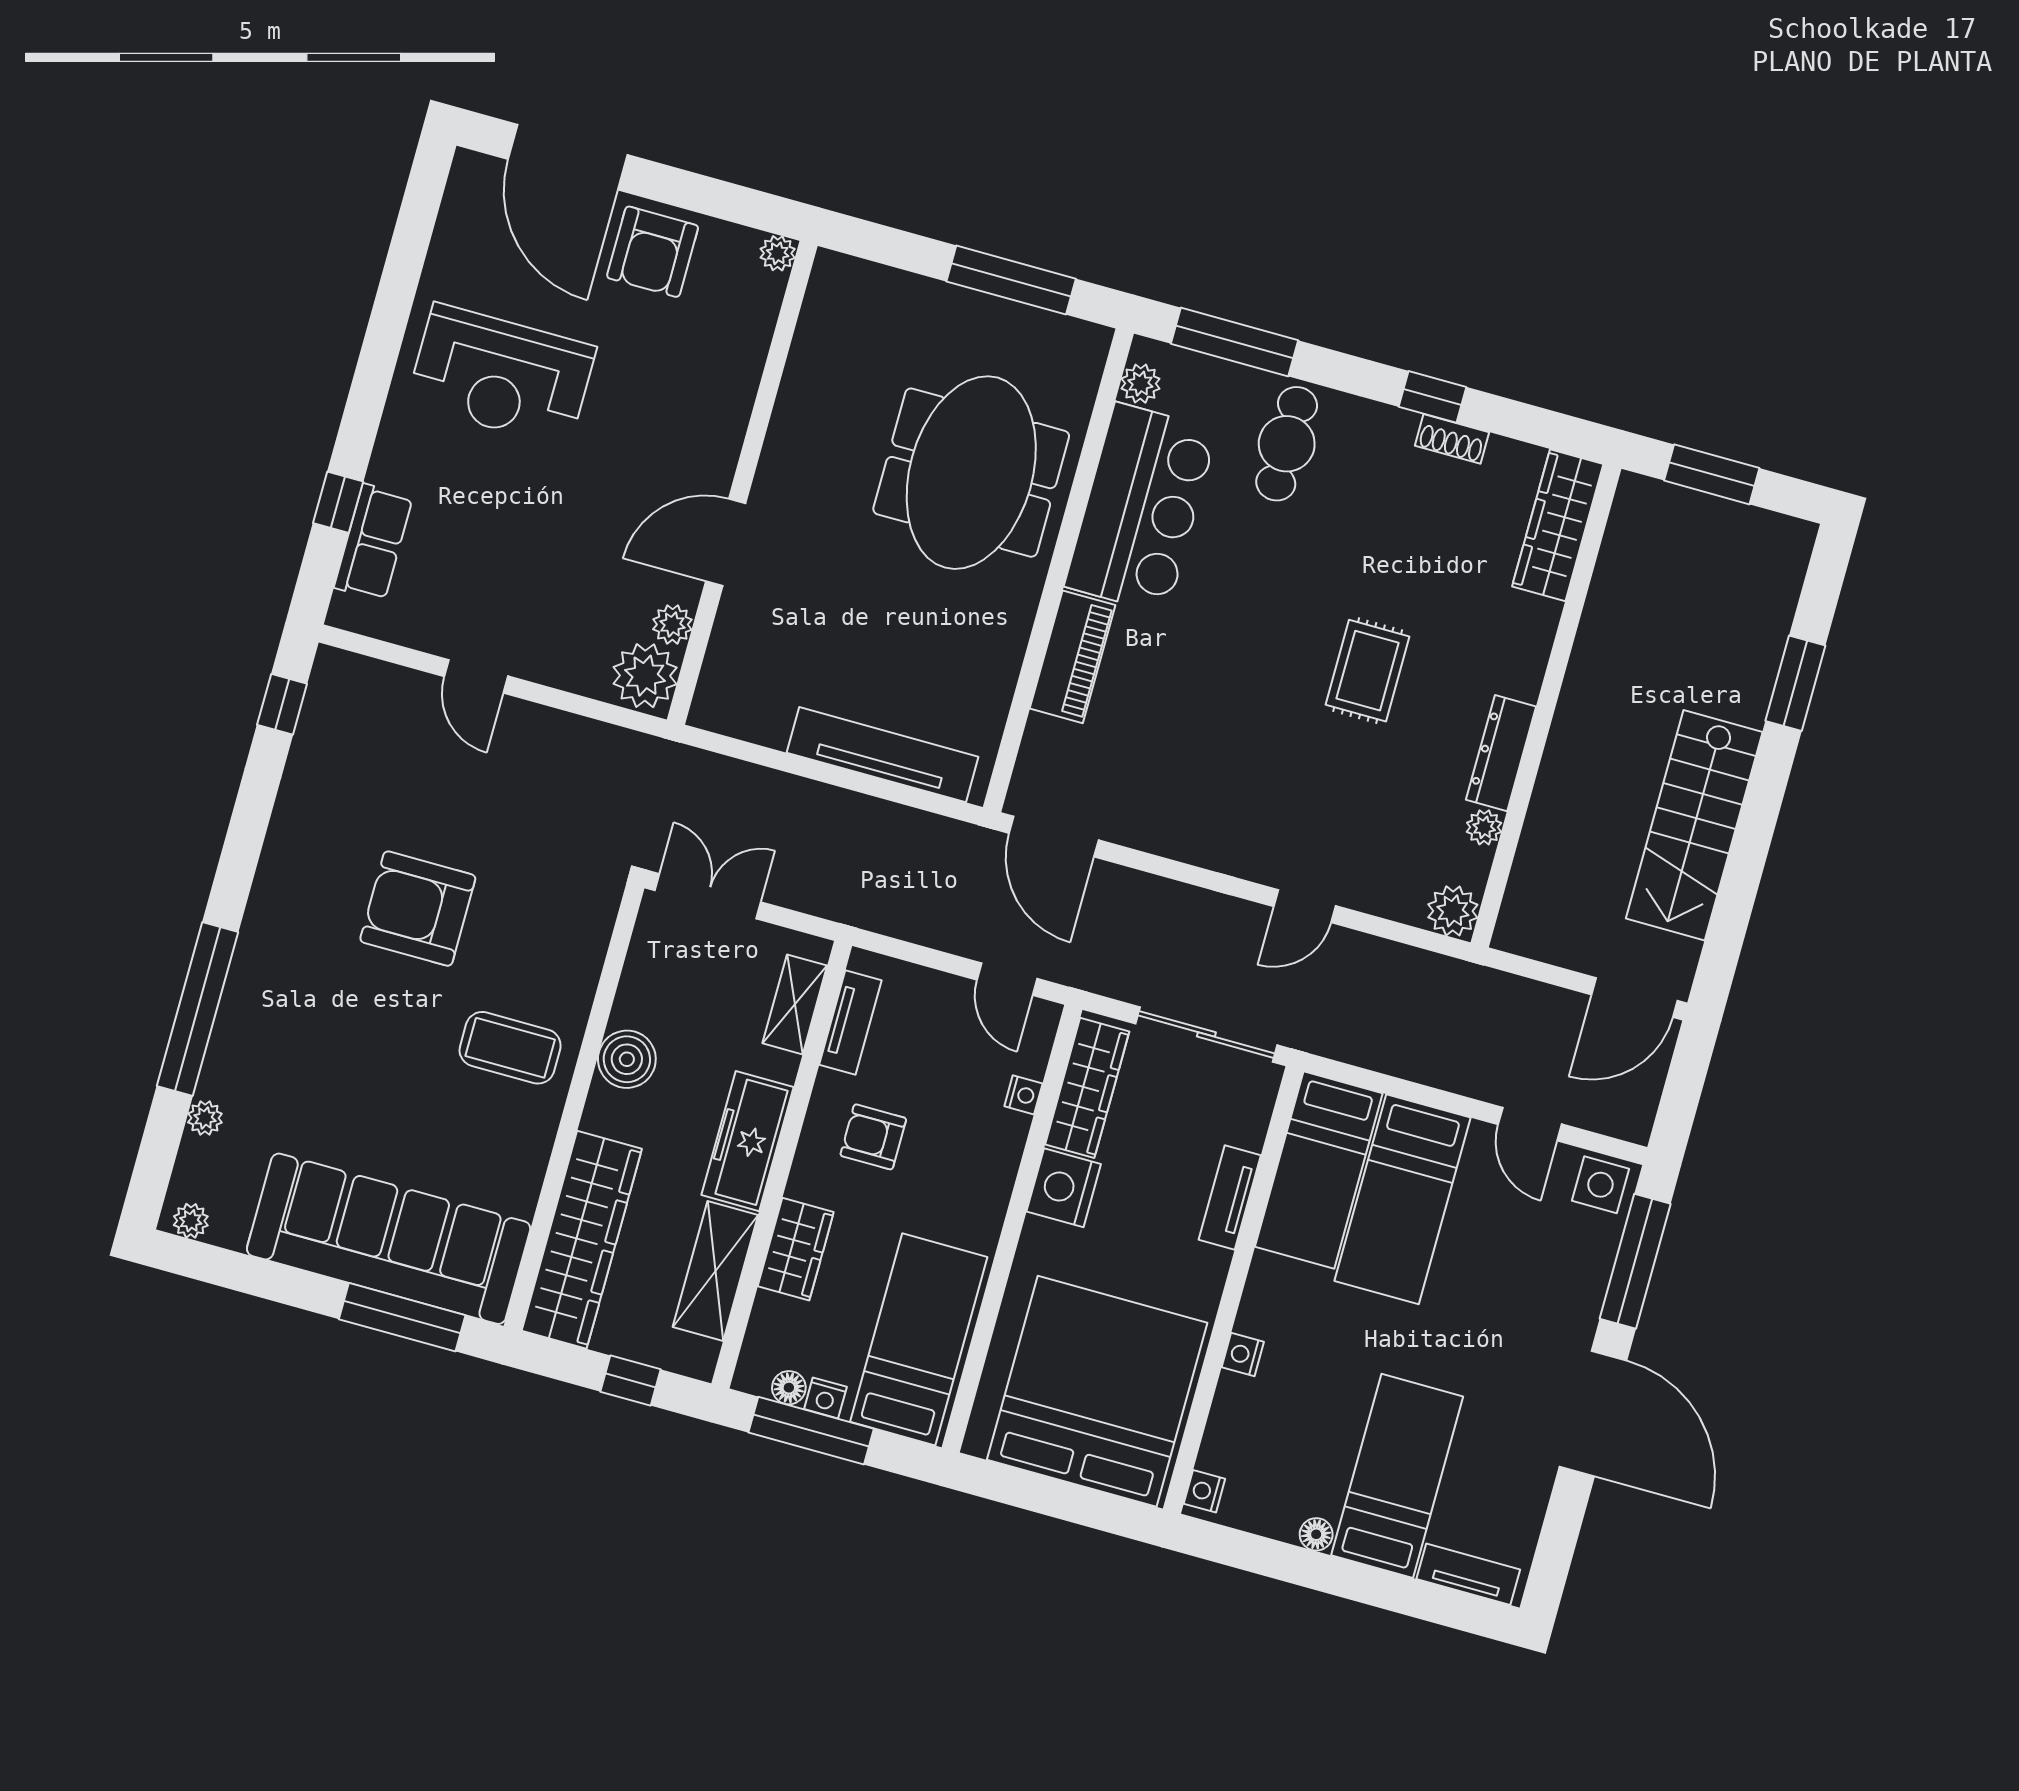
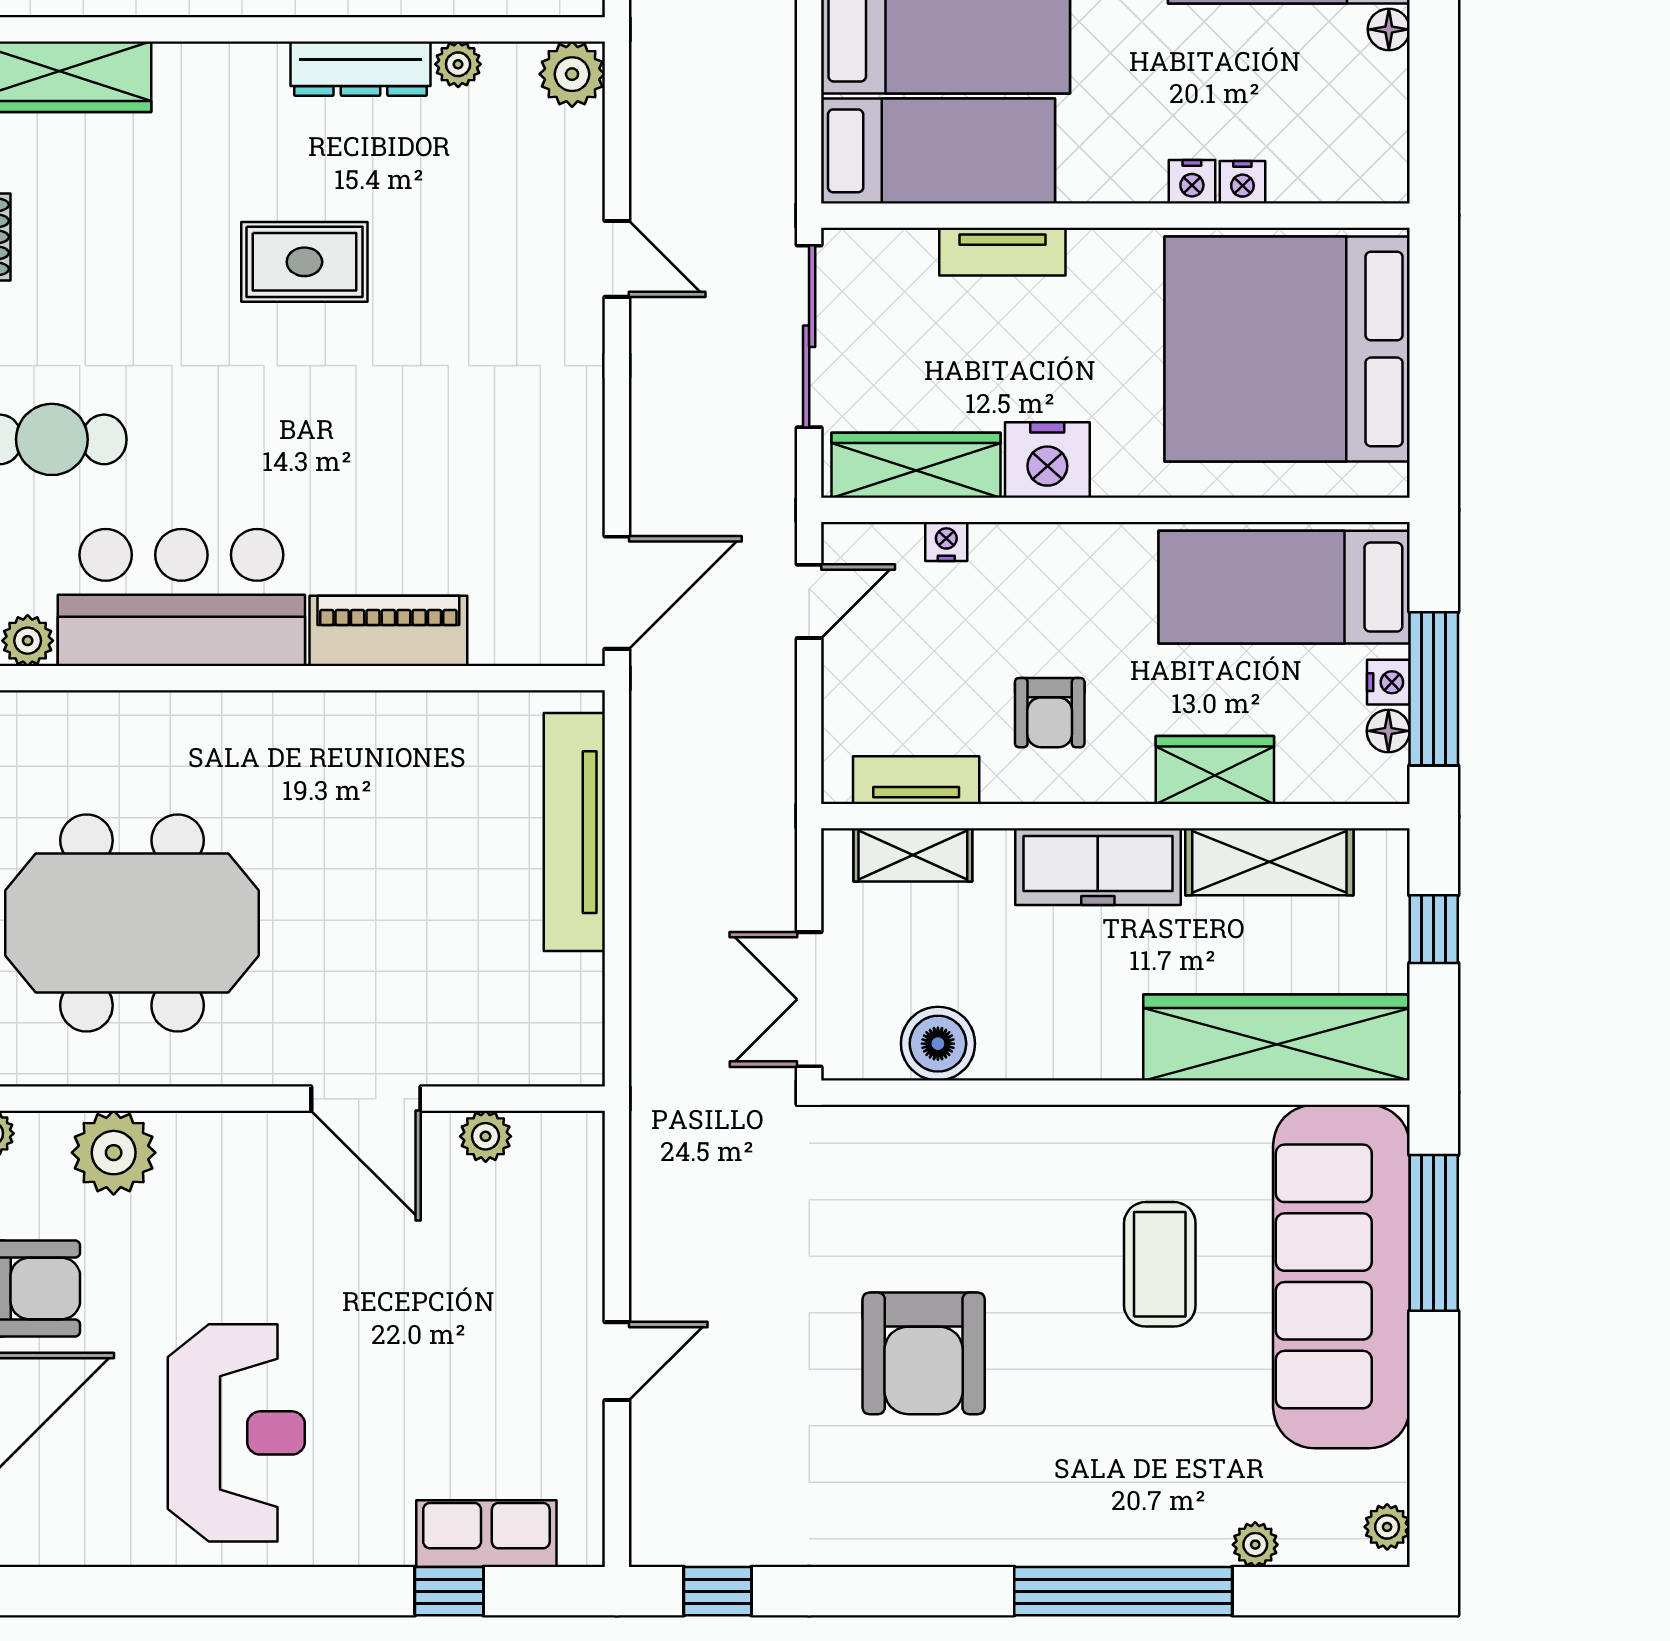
meeting table: (971, 473) -> (132, 923), moved
plant: (645, 676) -> (114, 1153), moved
coffee table: (510, 1048) -> (1160, 1264), moved
boiler: (627, 1059) -> (938, 1044), moved
nightstand: (1204, 1491) -> (1242, 182), moved

